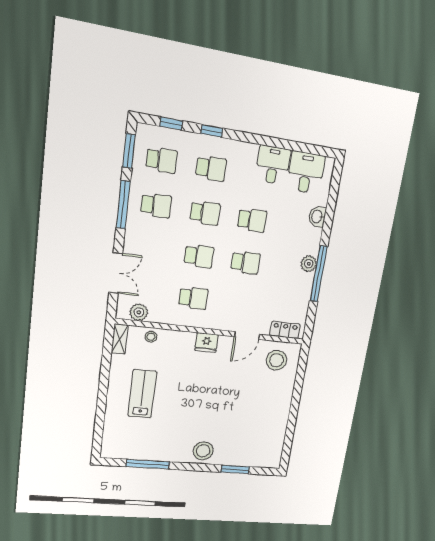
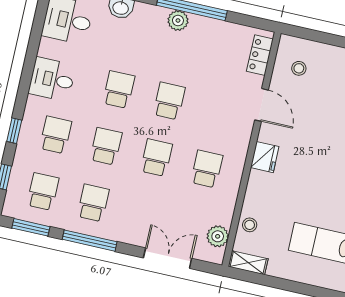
desk: (273, 165) -> (52, 79), moved
stool: (276, 360) -> (299, 68), width x0.53, depth x0.53

